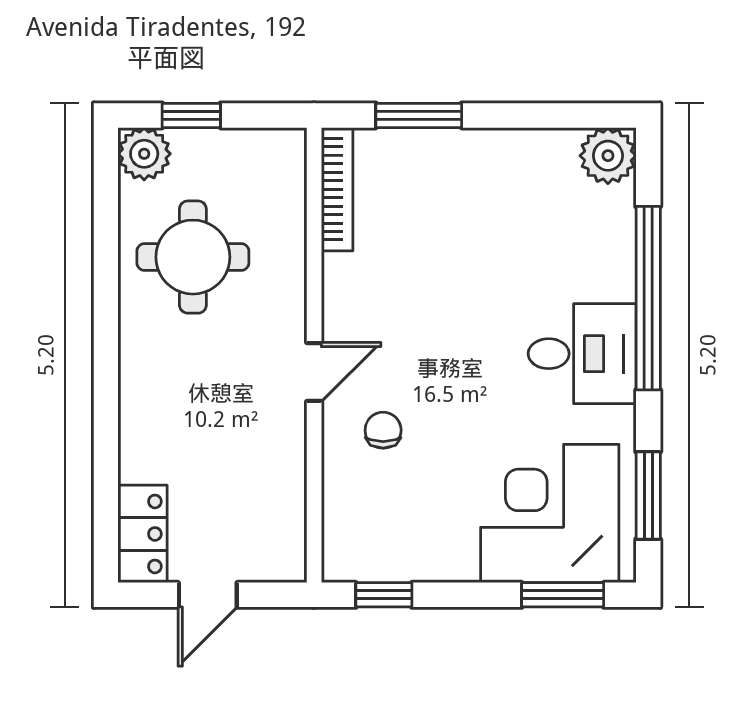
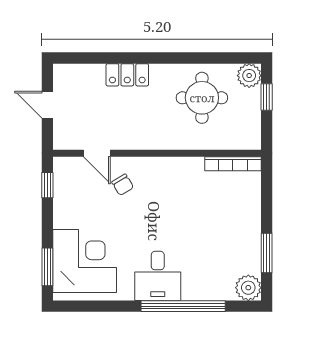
window: (419, 115) -> (267, 253), moved
door: (314, 372) -> (97, 153), moved
chair: (383, 430) -> (123, 185), turned 59
window: (648, 495) -> (93, 306), removed
locker: (143, 534) -> (127, 75), moved

